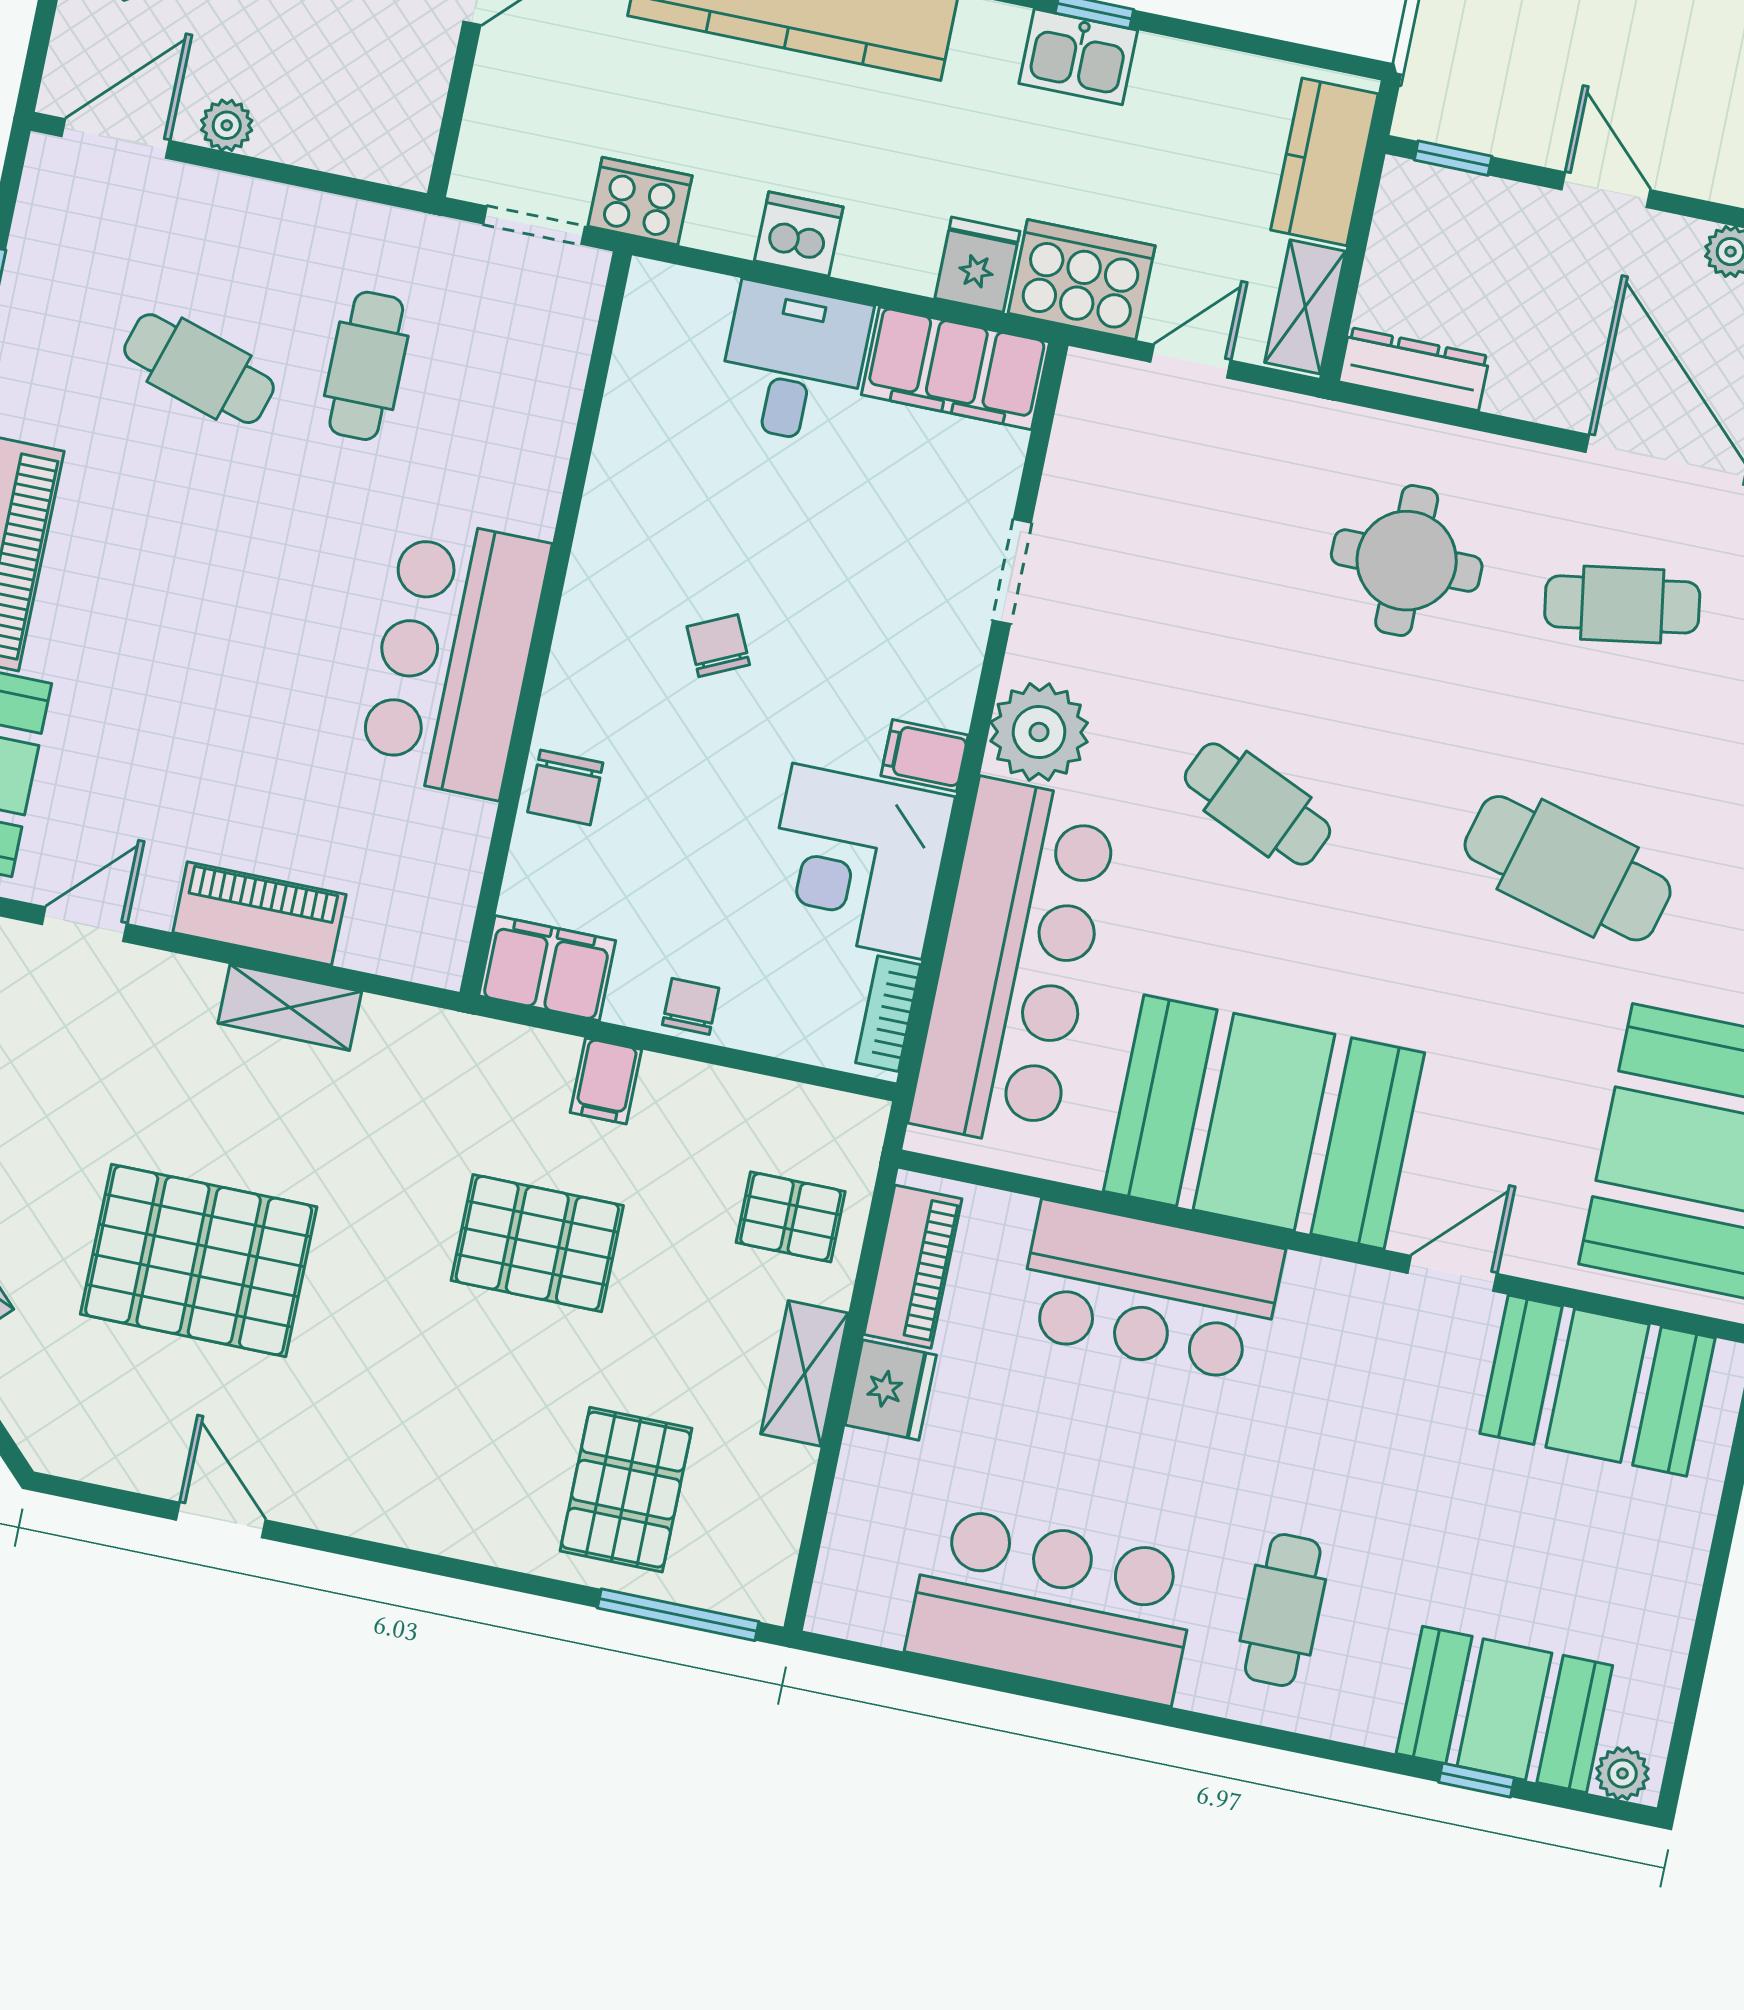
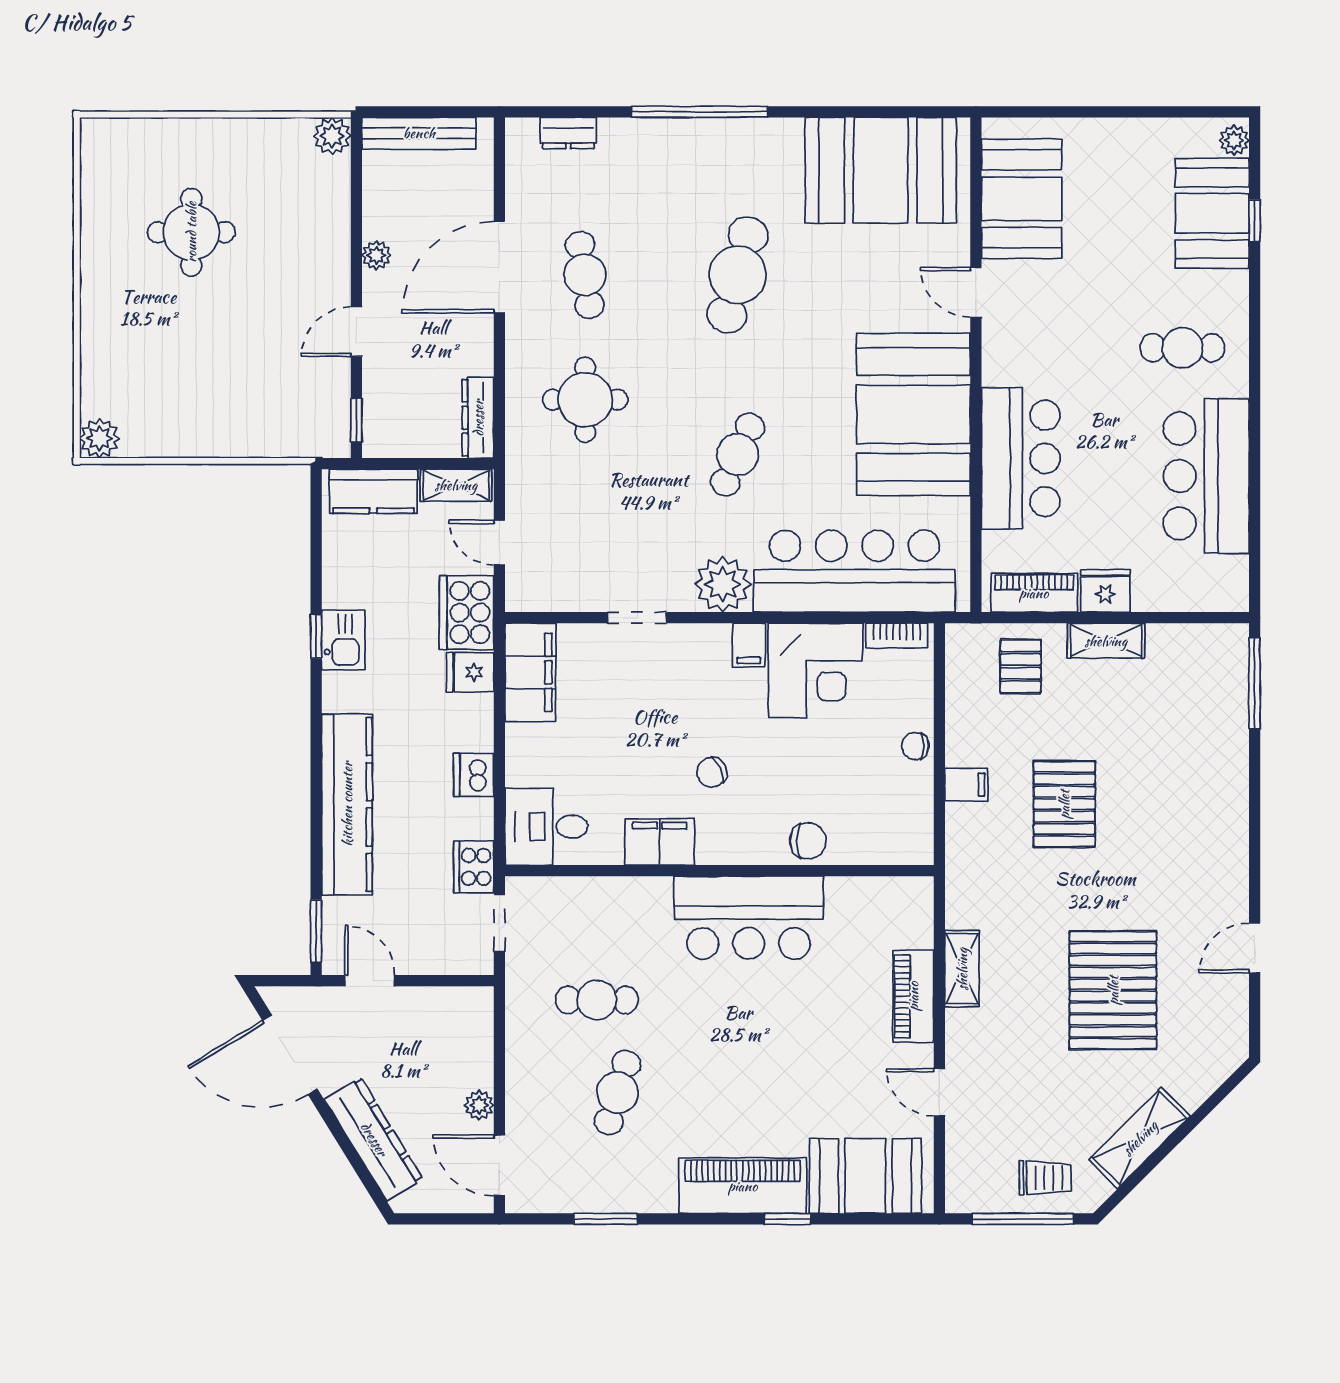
desk: (794, 363) -> (546, 827), moved
filing cabinet: (547, 968) -> (660, 842), moved, turned 90
pallet: (626, 1490) -> (1191, 726), removed

